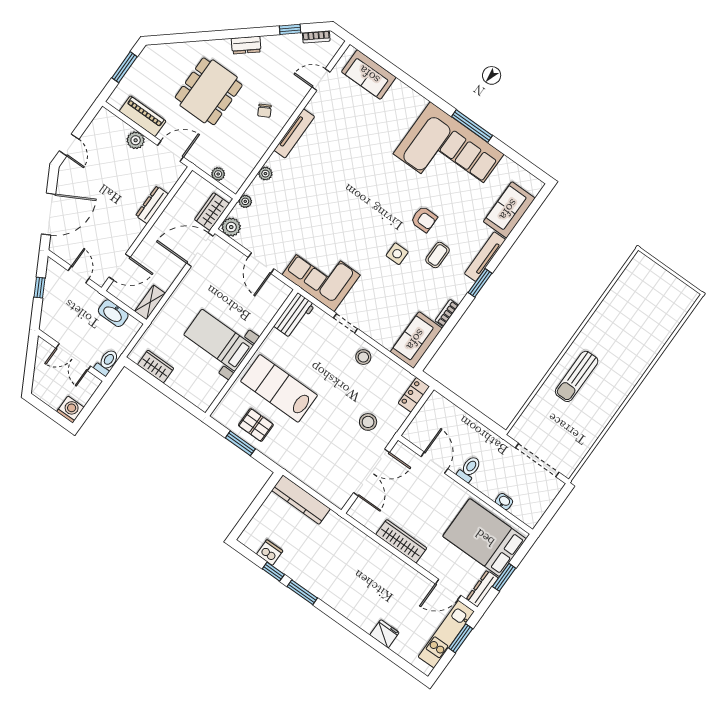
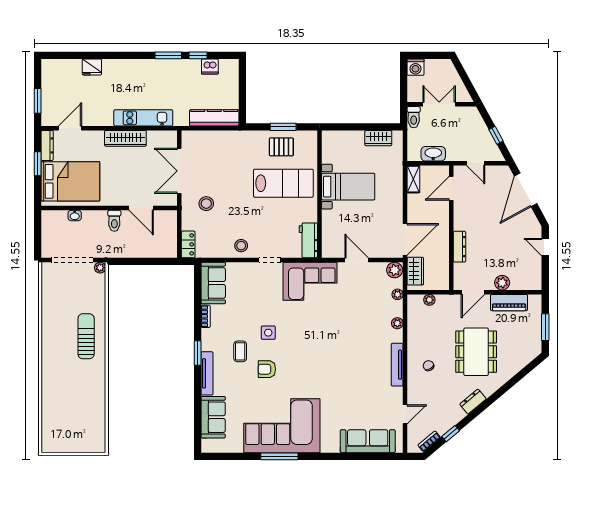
sofa: (369, 75) -> (368, 441), width x1.36
plant: (515, 433) -> (100, 268), added
kitchen unit: (446, 634) -> (143, 118), moved, turned -90

